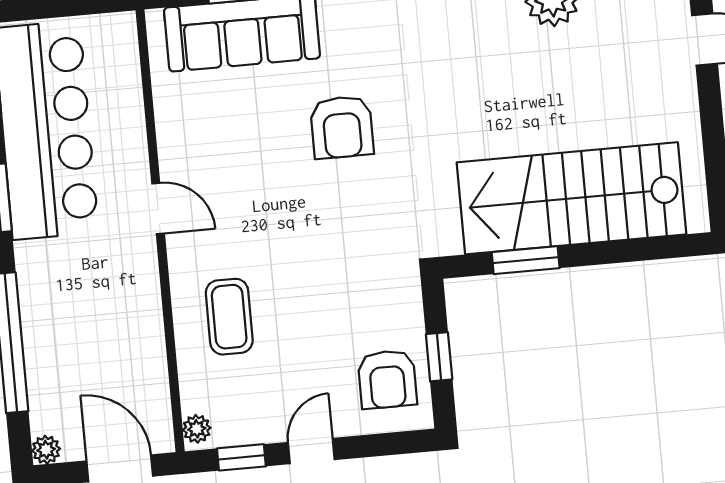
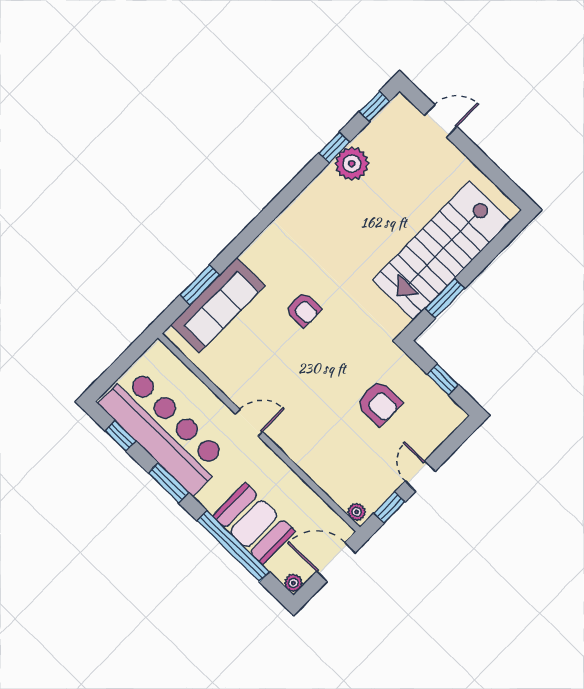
armchair: (342, 127) -> (303, 310), width x0.72, depth x0.72
coffee table: (229, 317) -> (327, 445), removed
booth: (59, 336) -> (254, 524), added
armchair: (387, 379) -> (379, 403), moved

